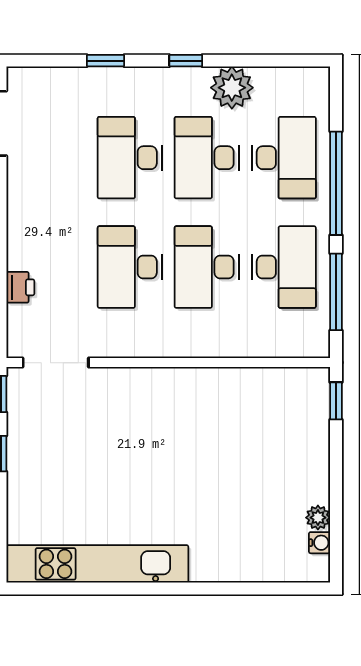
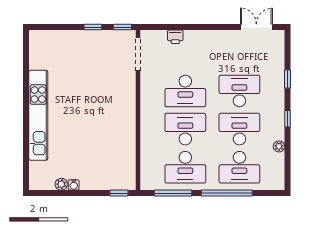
plant: (232, 88) -> (279, 146), width x0.53, depth x0.53
desk: (130, 267) -> (185, 91), turned 180
water cooler: (320, 543) -> (74, 185), moved
kitchen unit: (97, 564) -> (38, 115), moved

